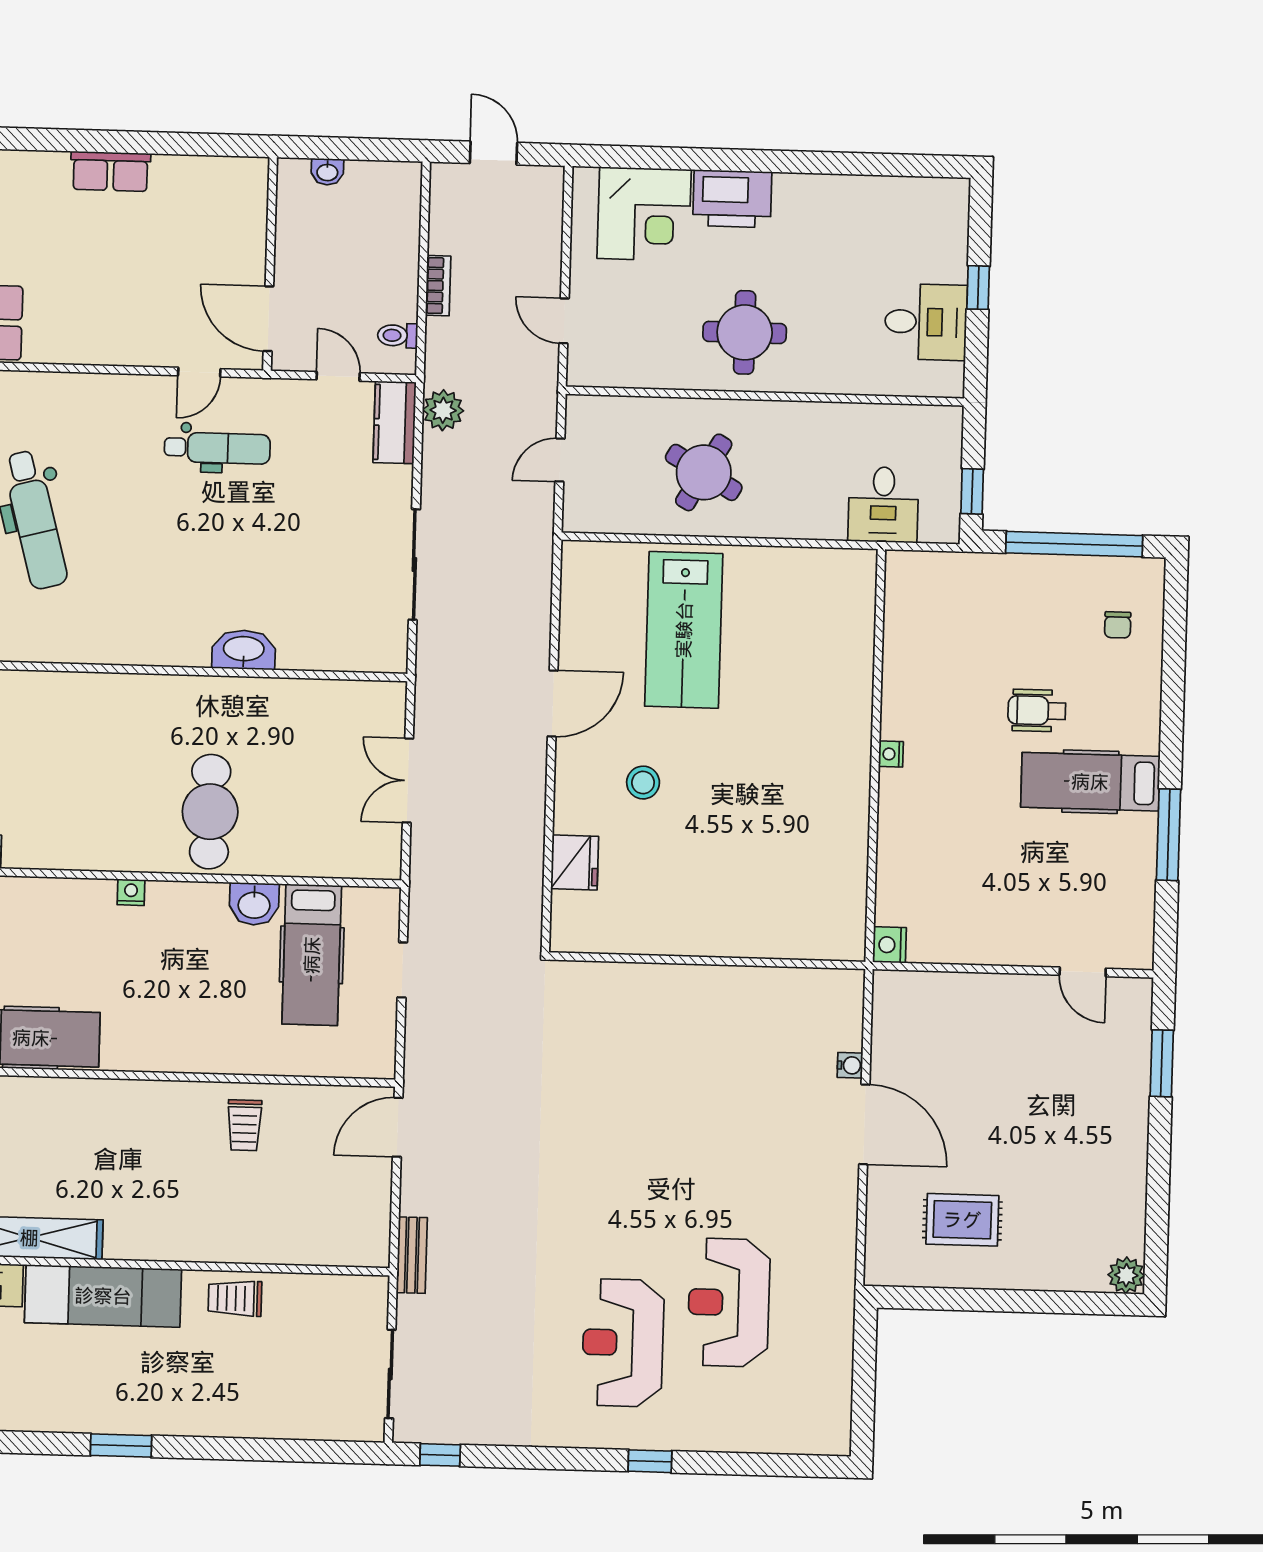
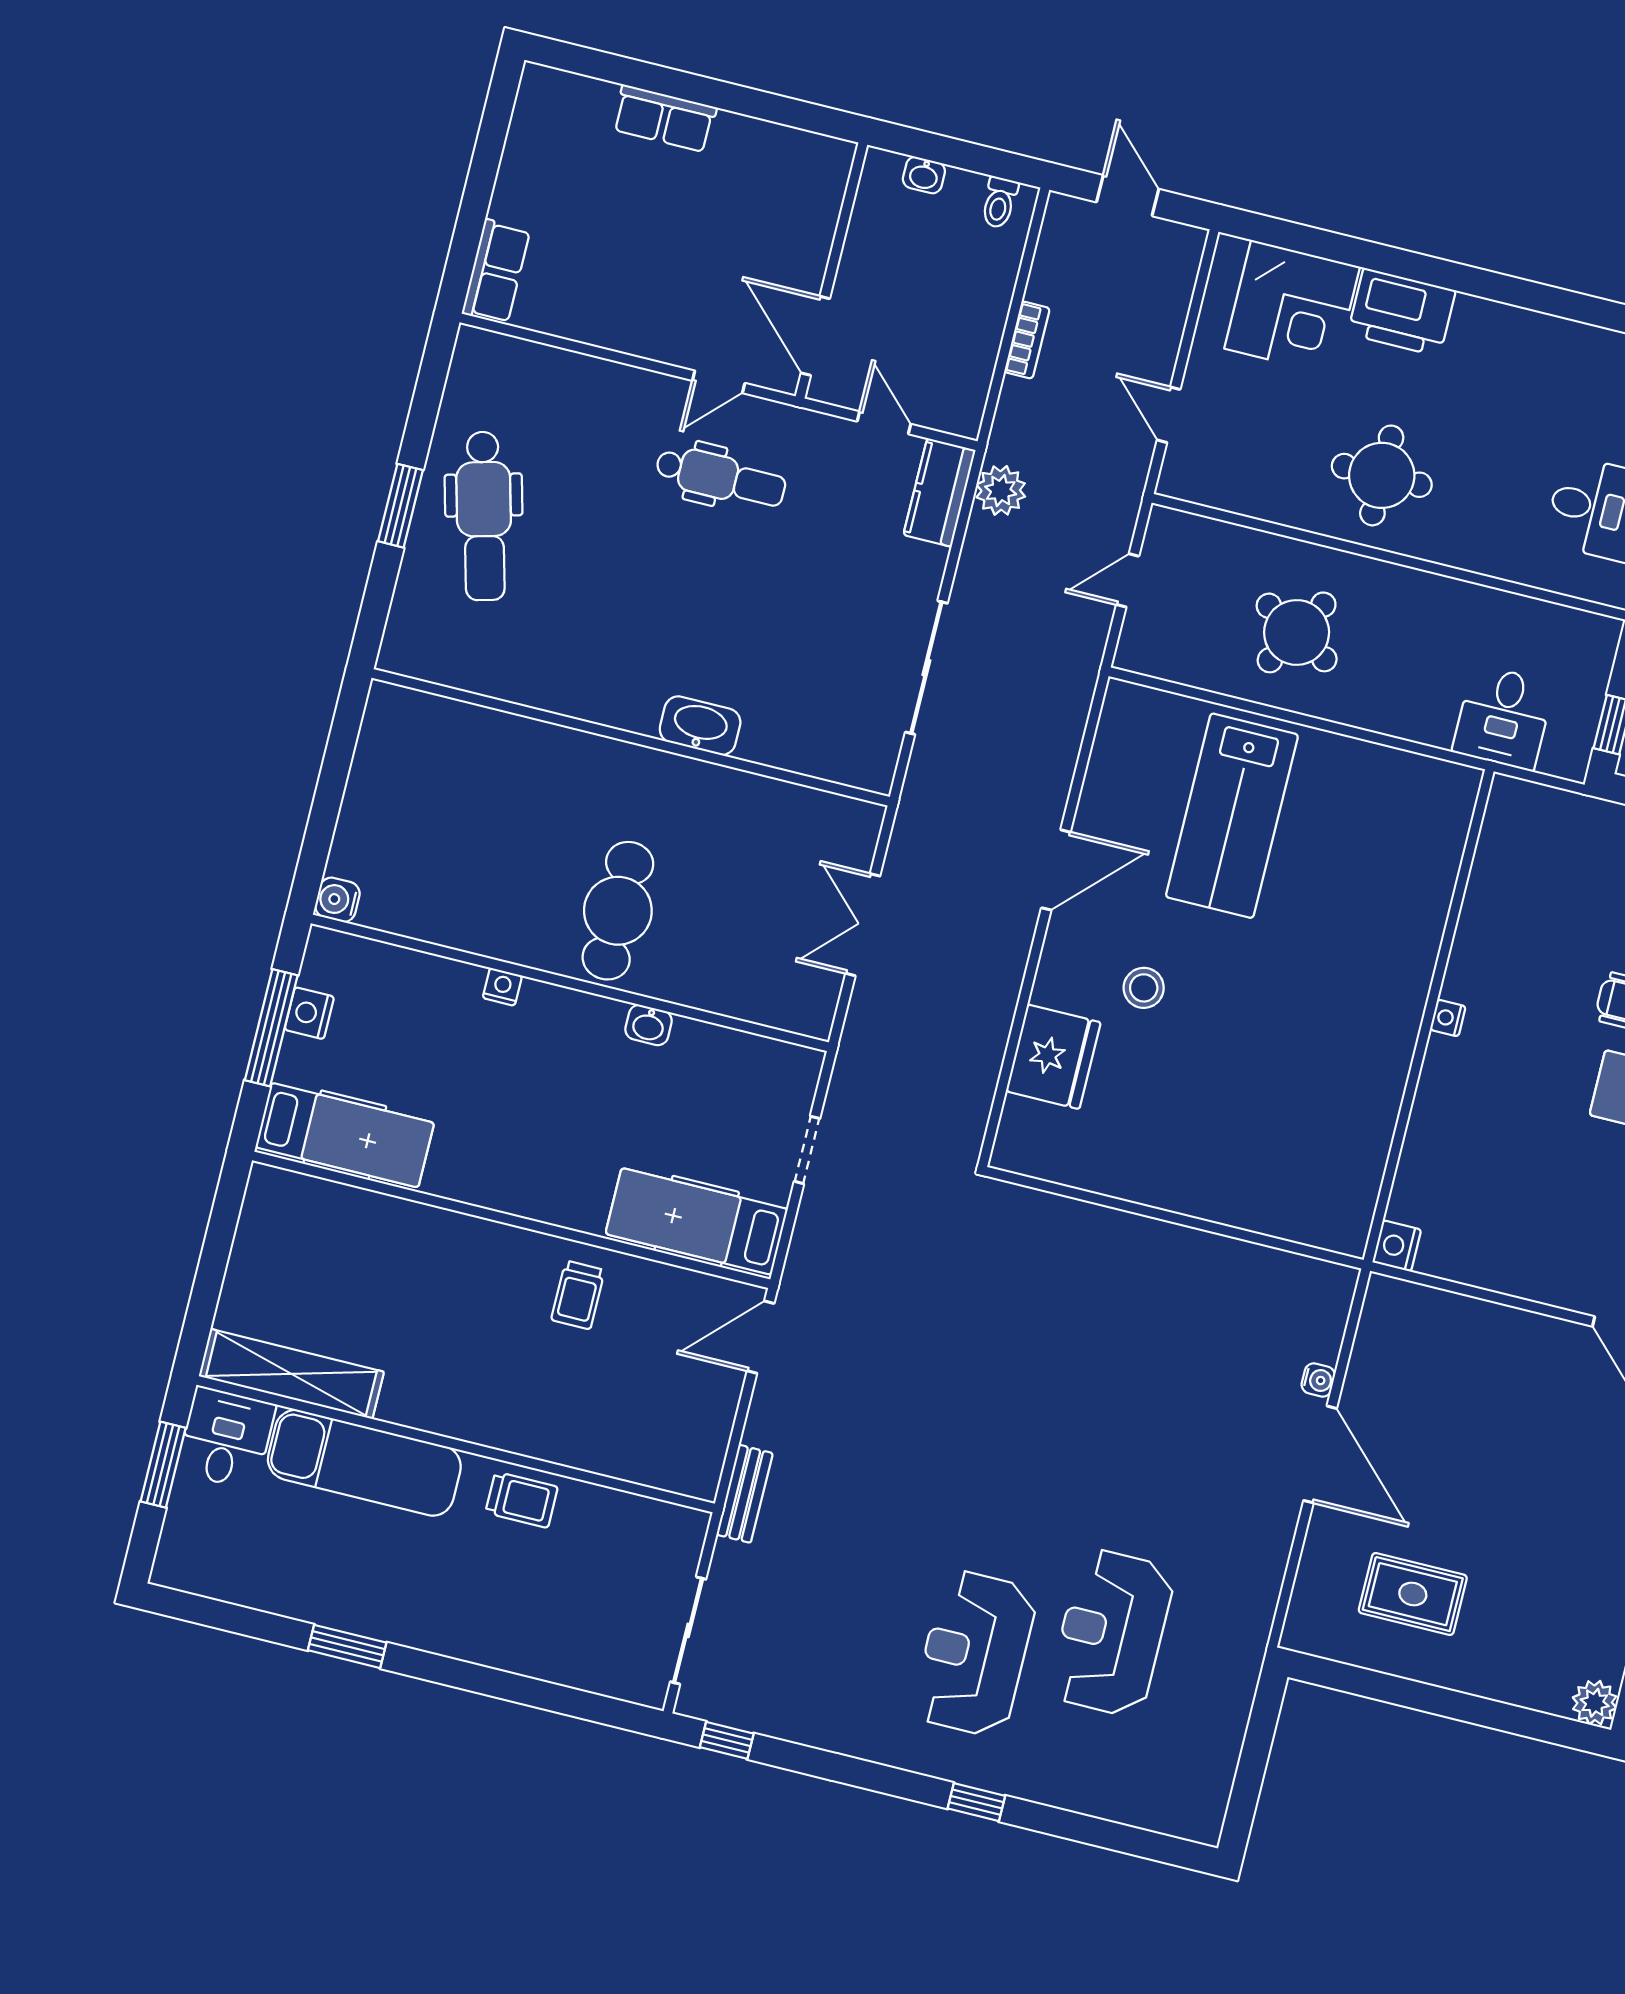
toilet: (398, 335) -> (999, 202), moved, turned -90
fridge: (575, 862) -> (1053, 1057), width x1.36, depth x1.34
washbasin: (254, 904) -> (649, 1025), width x0.72, depth x0.69
hospital bed: (312, 955) -> (697, 1221), moved, turned 90
trolley: (235, 1298) -> (522, 1500), turned 180

